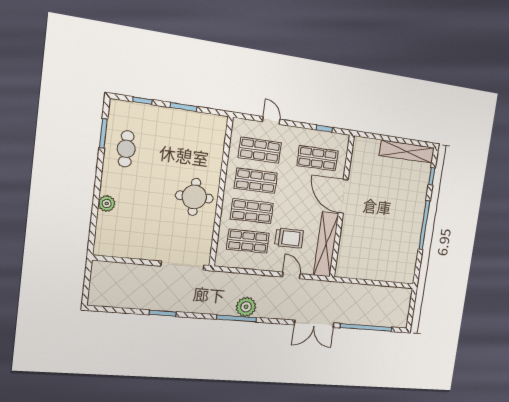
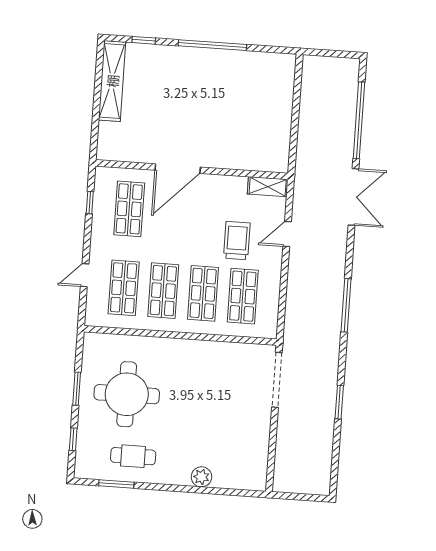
round table: (194, 197) -> (127, 394), moved, width x1.36, depth x1.36
shelving: (326, 244) -> (268, 187), width x0.45, depth x0.75
plant: (246, 307) -> (330, 293), removed

